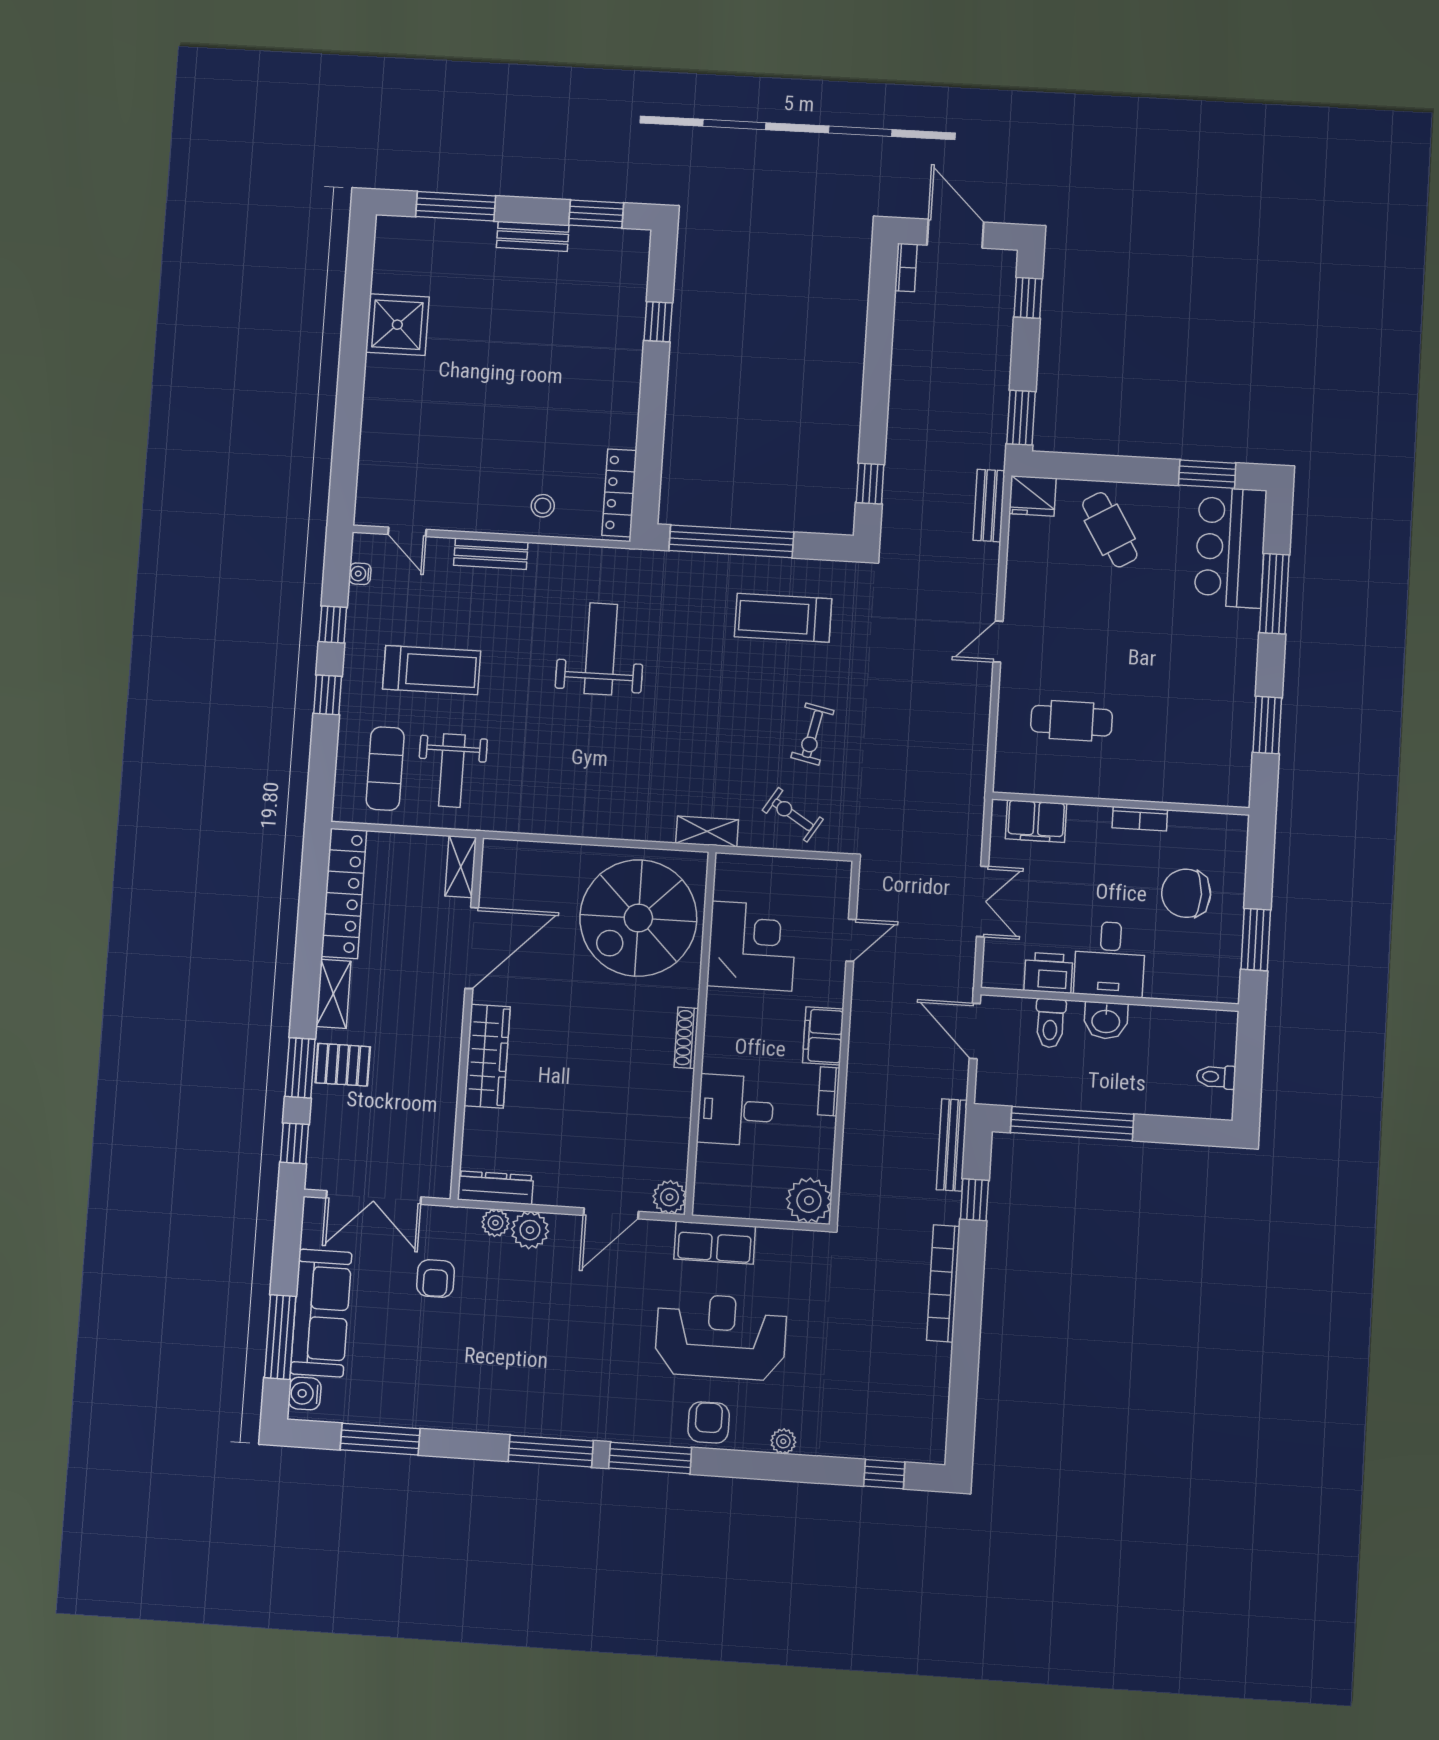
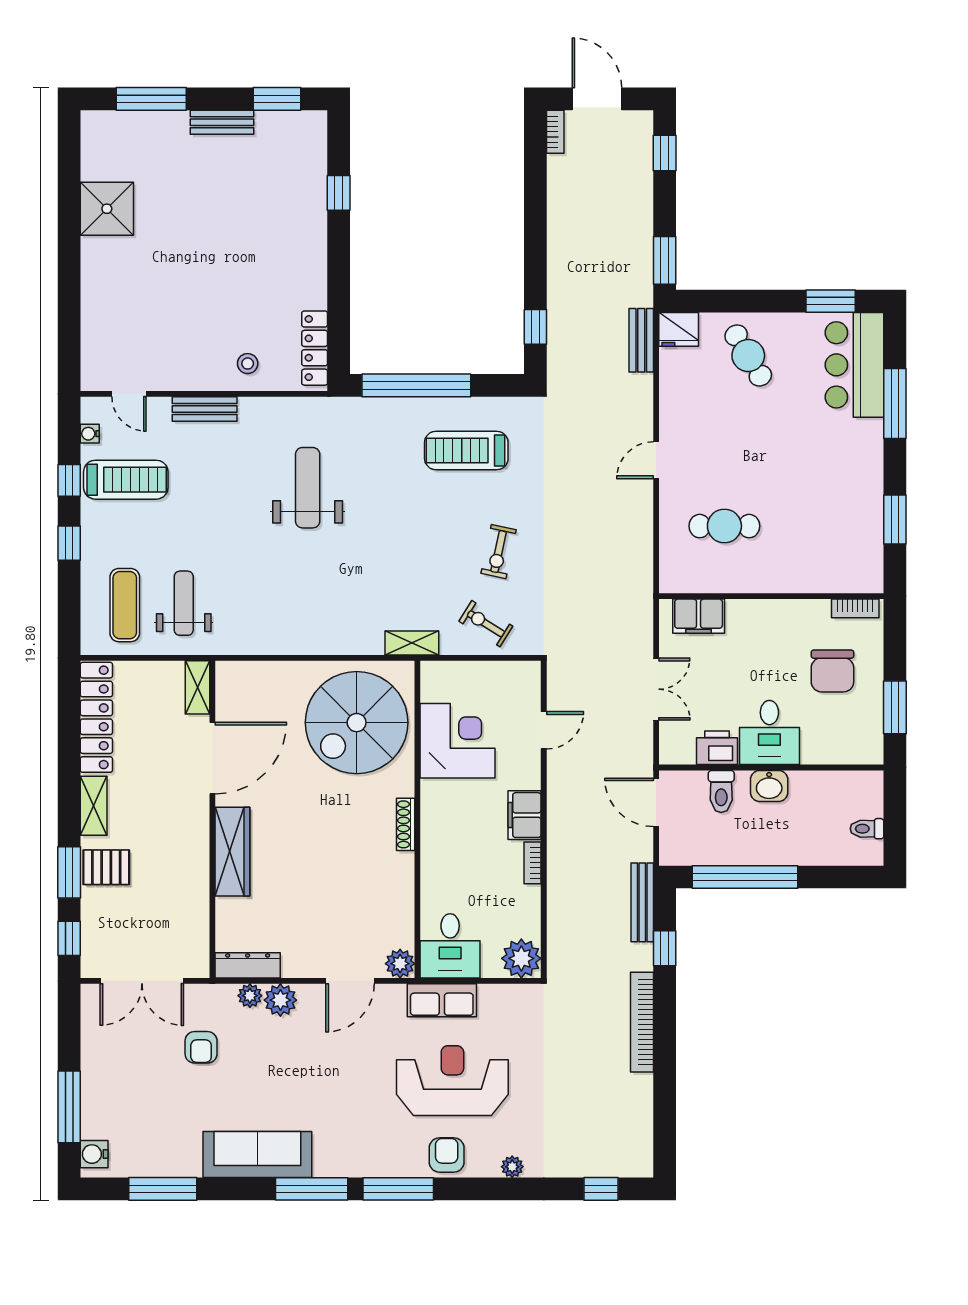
treadmill: (432, 670) -> (126, 480), moved
weight bench: (452, 771) -> (184, 603), turned 180
bookcase: (1140, 819) -> (855, 608), moved
chair: (1186, 893) -> (832, 671), turned -90
desk: (735, 1110) -> (450, 946), moved, turned -90
sofa: (321, 1313) -> (257, 1155), moved, turned -90

